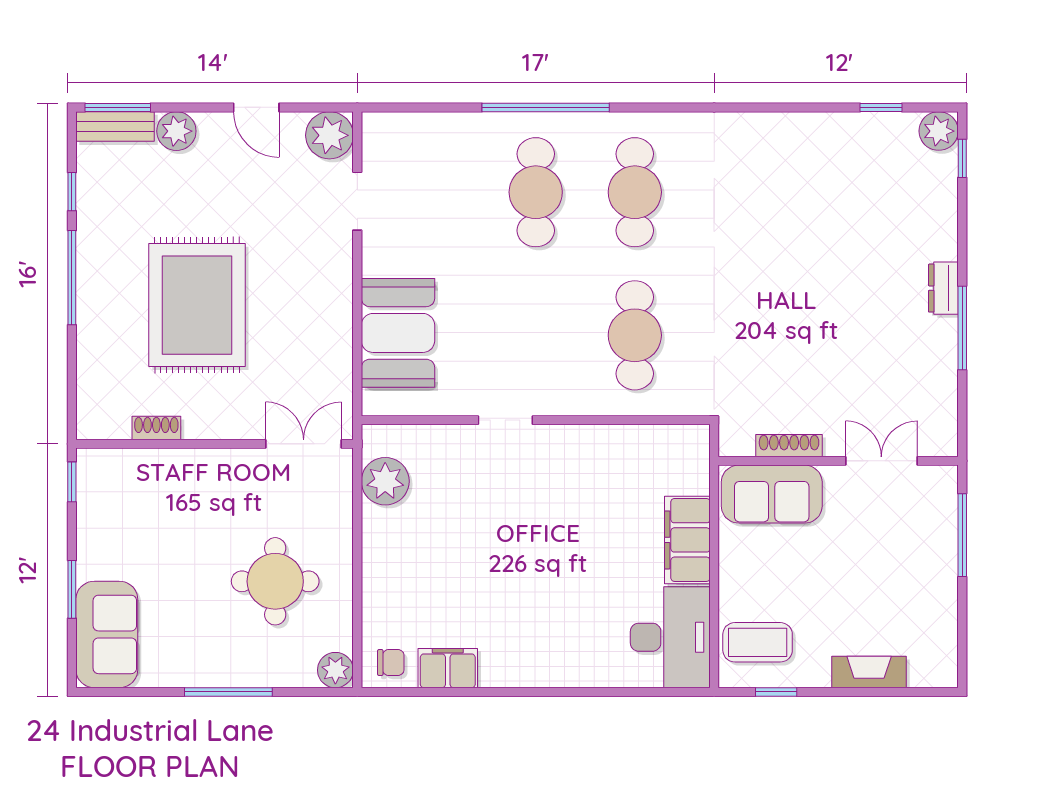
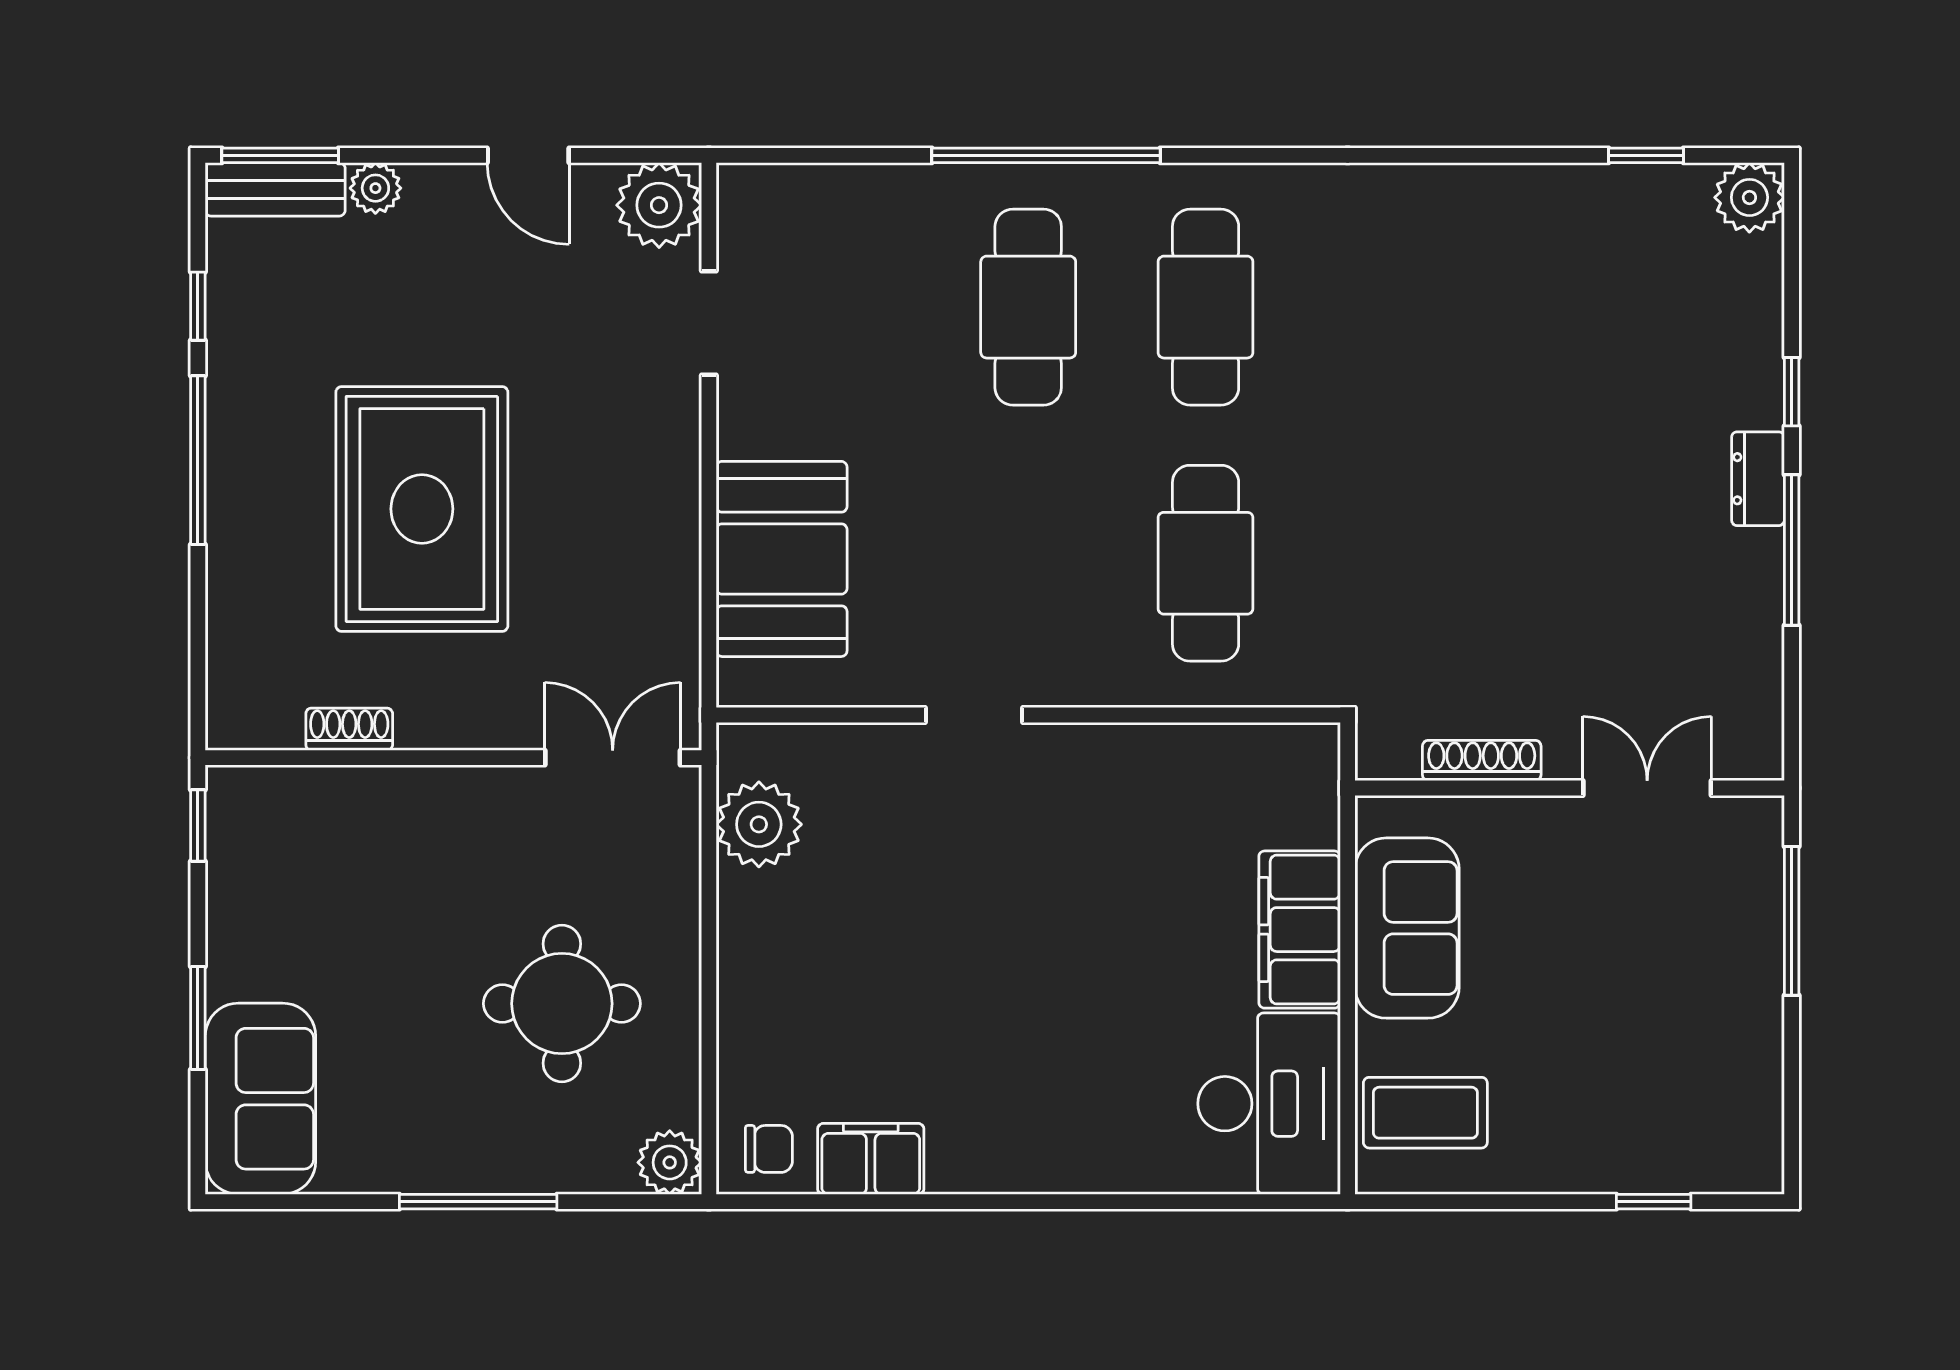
plant: (176, 131) -> (375, 188), width x0.73, depth x0.73
window: (962, 158) -> (1792, 392), moved
sofa: (772, 494) -> (1407, 928), moved, turned -90
fireplace: (869, 672) -> (1625, 1166), removed
window: (776, 692) -> (1654, 1202), moved

